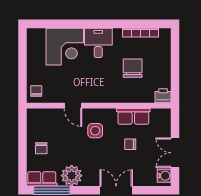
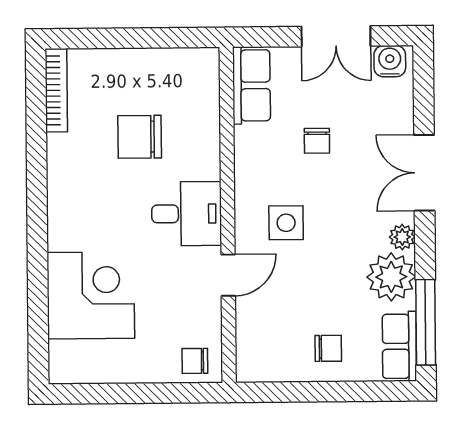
bookcase: (140, 33) -> (56, 90), moved
desk: (98, 43) -> (187, 214), moved, turned 180
printer: (163, 96) -> (203, 65), removed
row of seats: (133, 116) -> (251, 85), moved
plant: (89, 180) -> (402, 237), added

